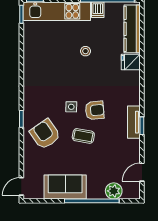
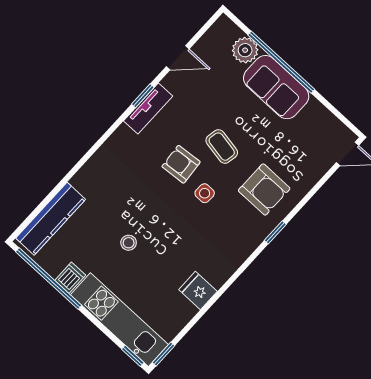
fridge: (131, 62) -> (198, 290), moved, turned 180
armchair: (45, 134) -> (264, 189), turned -55
door: (142, 172) -> (178, 58), moved
sofa: (65, 187) -> (276, 87), moved

